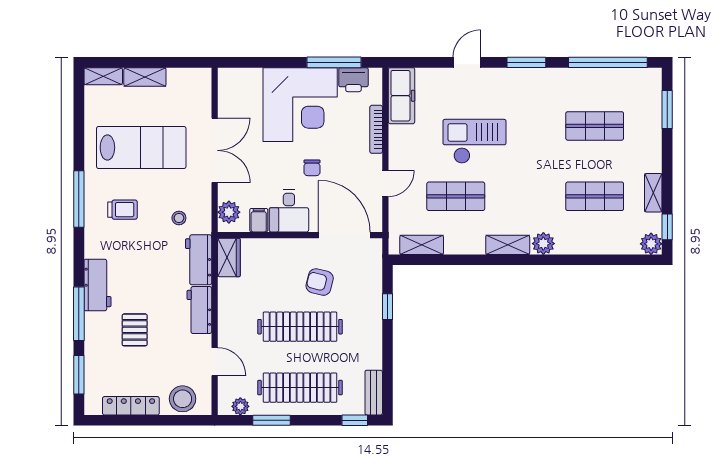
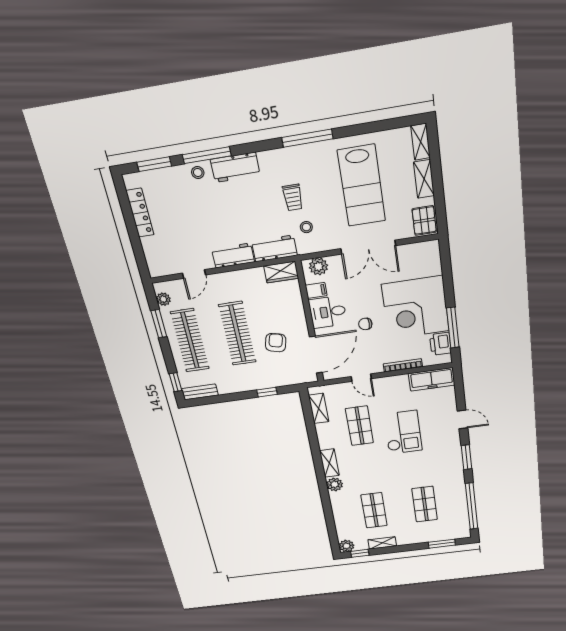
trolley: (123, 210) -> (293, 197), moved
pallet: (135, 330) -> (424, 221), moved, turned 90
stool: (183, 399) -> (198, 172), moved, width x0.53, depth x0.53

